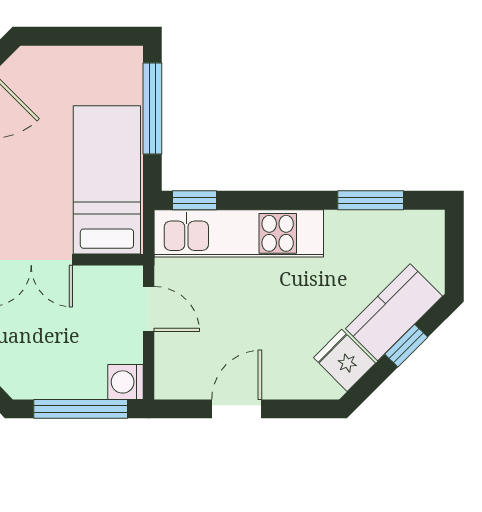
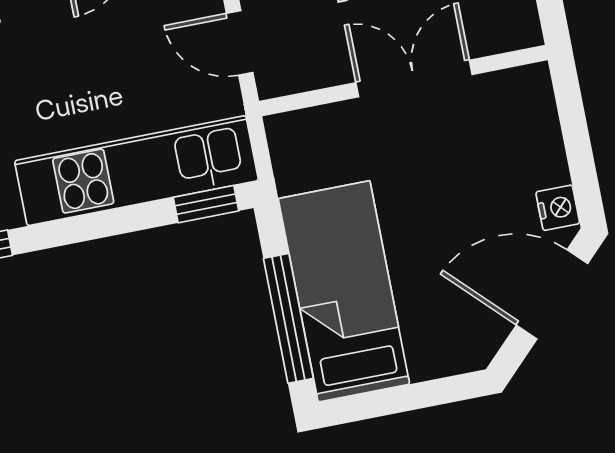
bed: (107, 180) -> (344, 291), moved, turned 180

